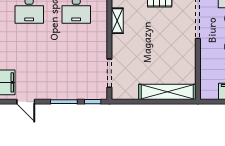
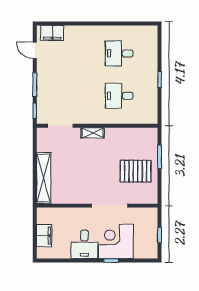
shelving: (117, 21) -> (93, 133), moved
door: (26, 102) -> (35, 50), hinge flipped

